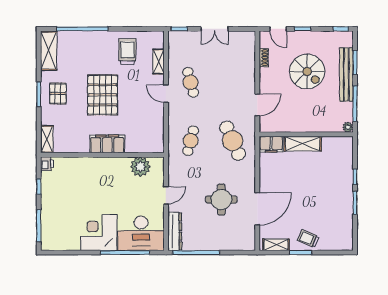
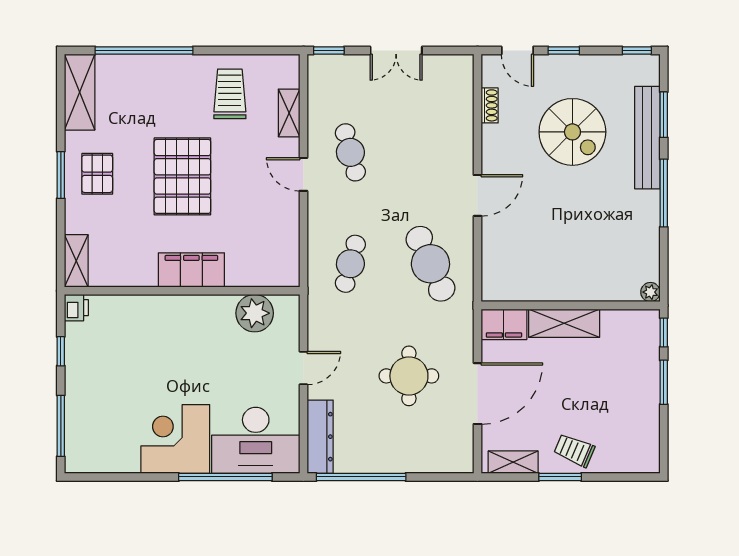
plant: (348, 127) -> (650, 292), moved
wall: (306, 134) -> (571, 305), moved
filing cabinet: (271, 144) -> (504, 324), moved
shelving: (303, 144) -> (564, 323), moved

